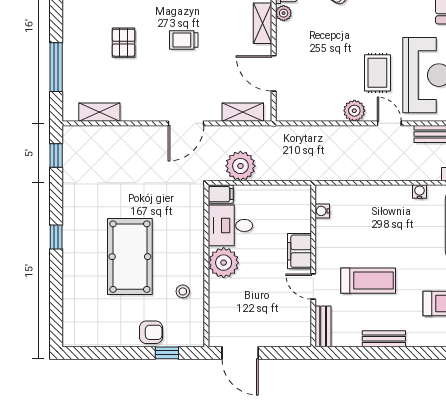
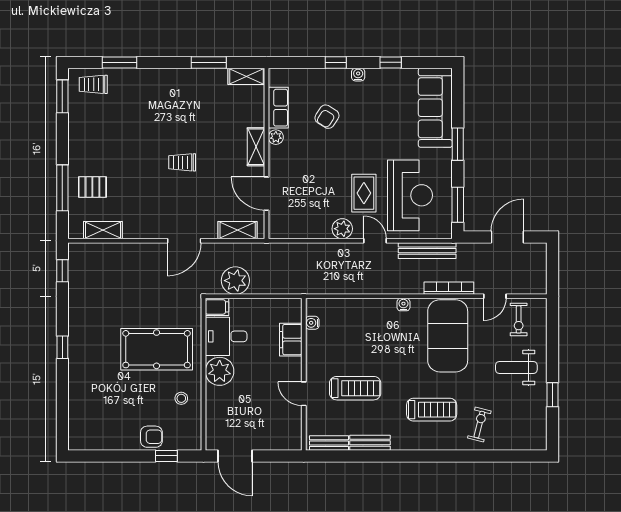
pallet: (124, 43) -> (92, 187), moved, turned 90
filing cabinet: (299, 251) -> (291, 340), moved
pool table: (130, 257) -> (157, 349), moved, turned 90
bench: (323, 326) -> (329, 443), moved, turned 90

